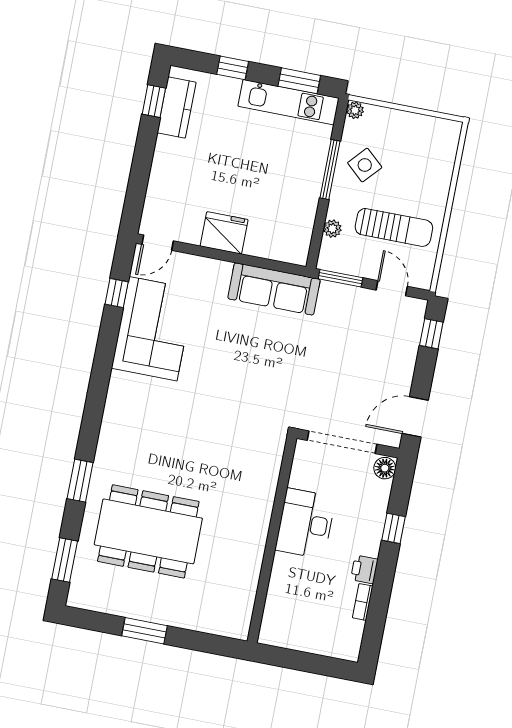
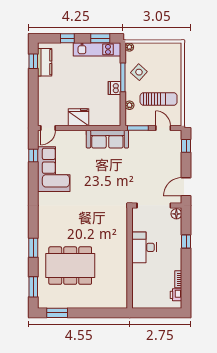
dishwasher: (309, 188) -> (115, 88), added
printer: (364, 569) -> (176, 295), moved
window: (144, 631) -> (57, 313), moved

